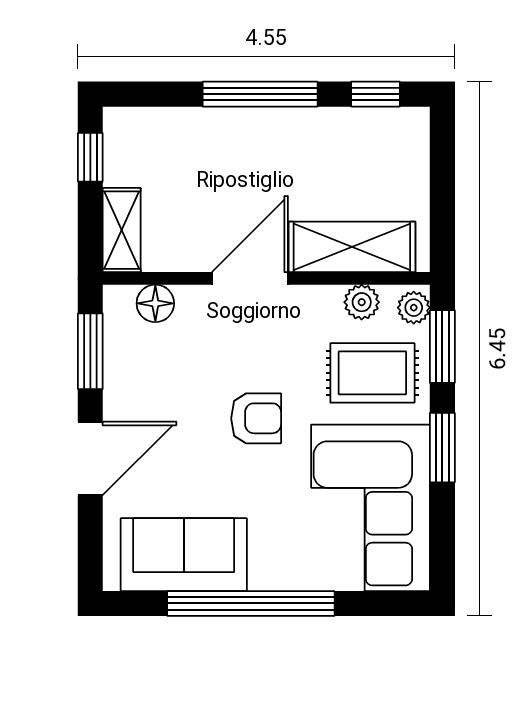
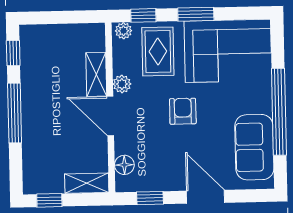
shelving: (352, 247) -> (96, 74), width x0.67, depth x0.75
plant: (362, 302) -> (122, 84), moved
window: (442, 346) -> (143, 15), width x0.67
window: (90, 351) -> (150, 198), width x0.67

